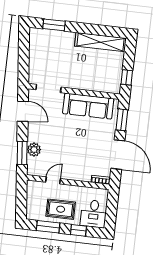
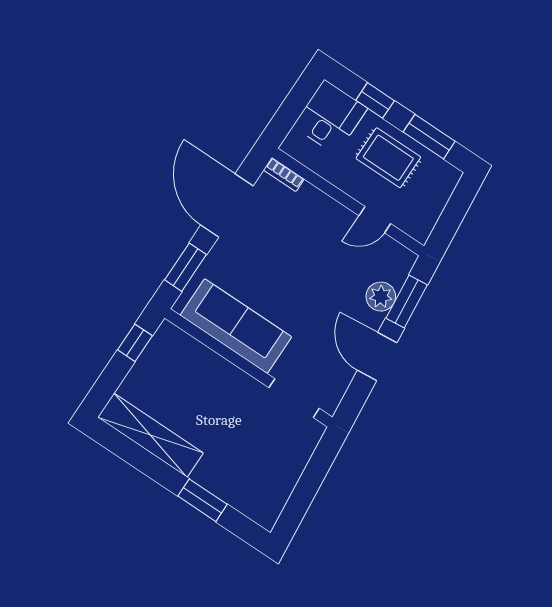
window: (54, 25) -> (203, 500), moved
door: (23, 111) -> (377, 357), moved

